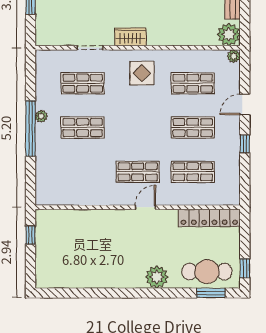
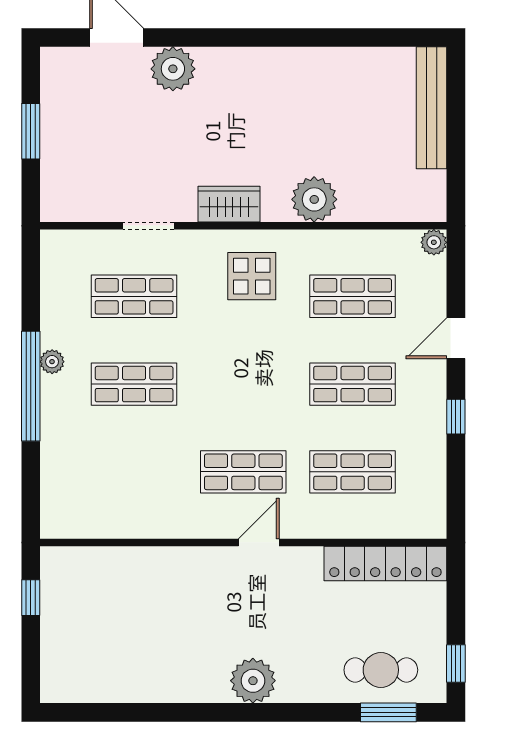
plant: (229, 34) -> (314, 199), moved
cafe table: (207, 272) -> (381, 670), width x0.73, depth x0.74
plant: (157, 277) -> (253, 681), moved

